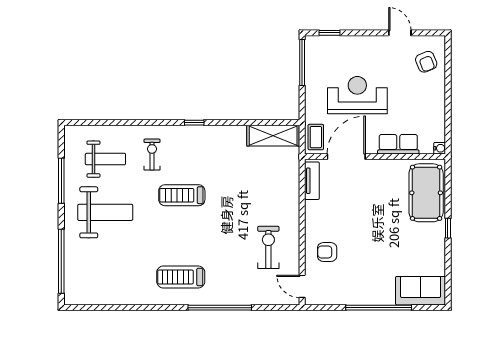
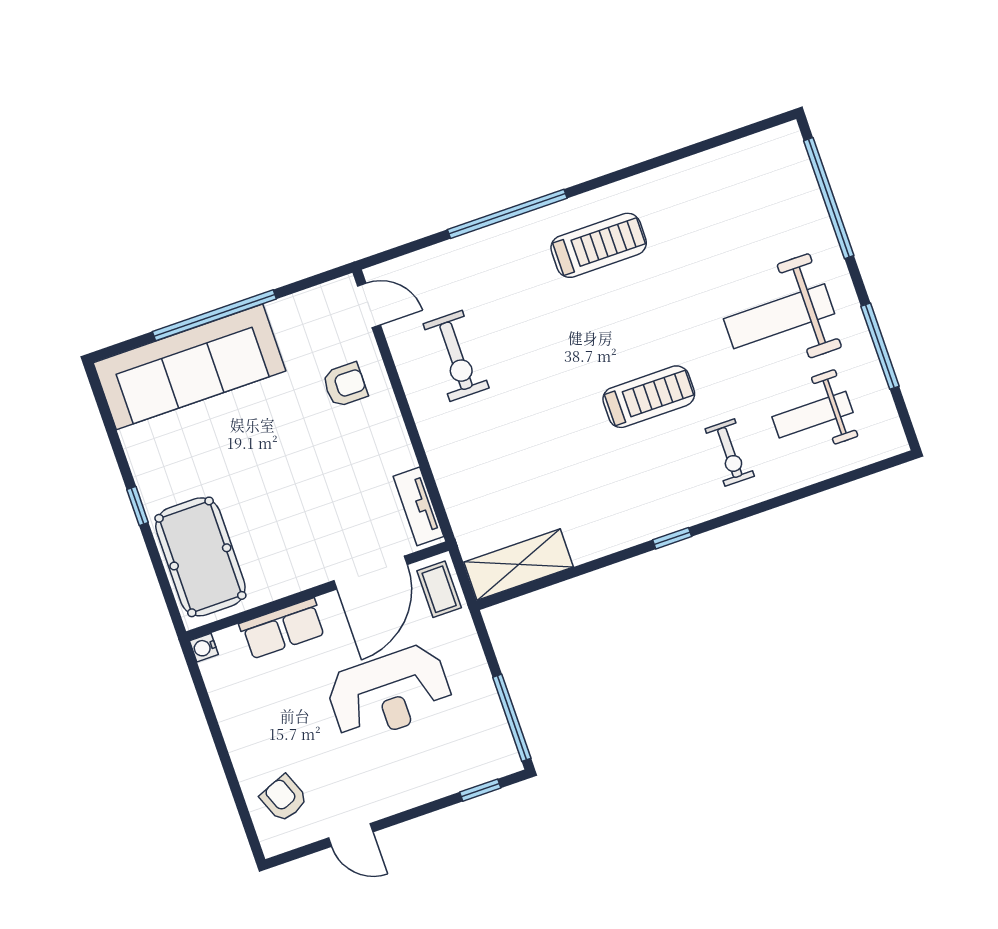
sofa: (421, 291) -> (190, 367), width x1.85, depth x1.27

